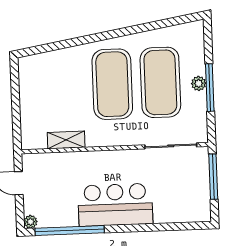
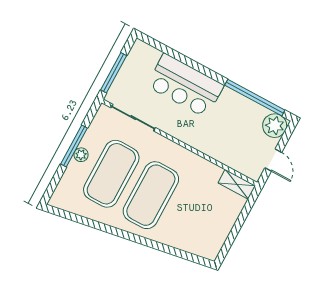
shelving: (66, 140) -> (237, 184), moved
bar counter: (115, 205) -> (185, 85), moved
plant: (31, 222) -> (275, 126), width x1.87, depth x1.87

